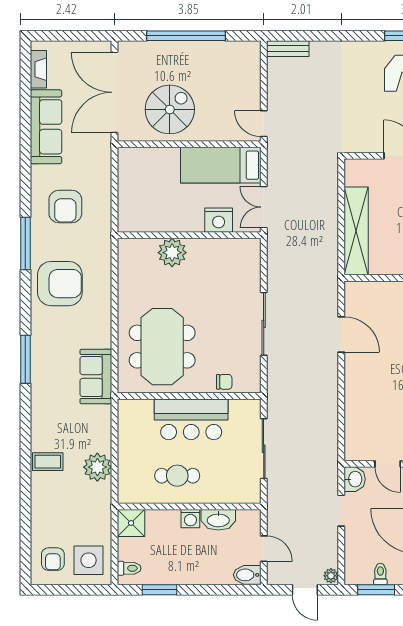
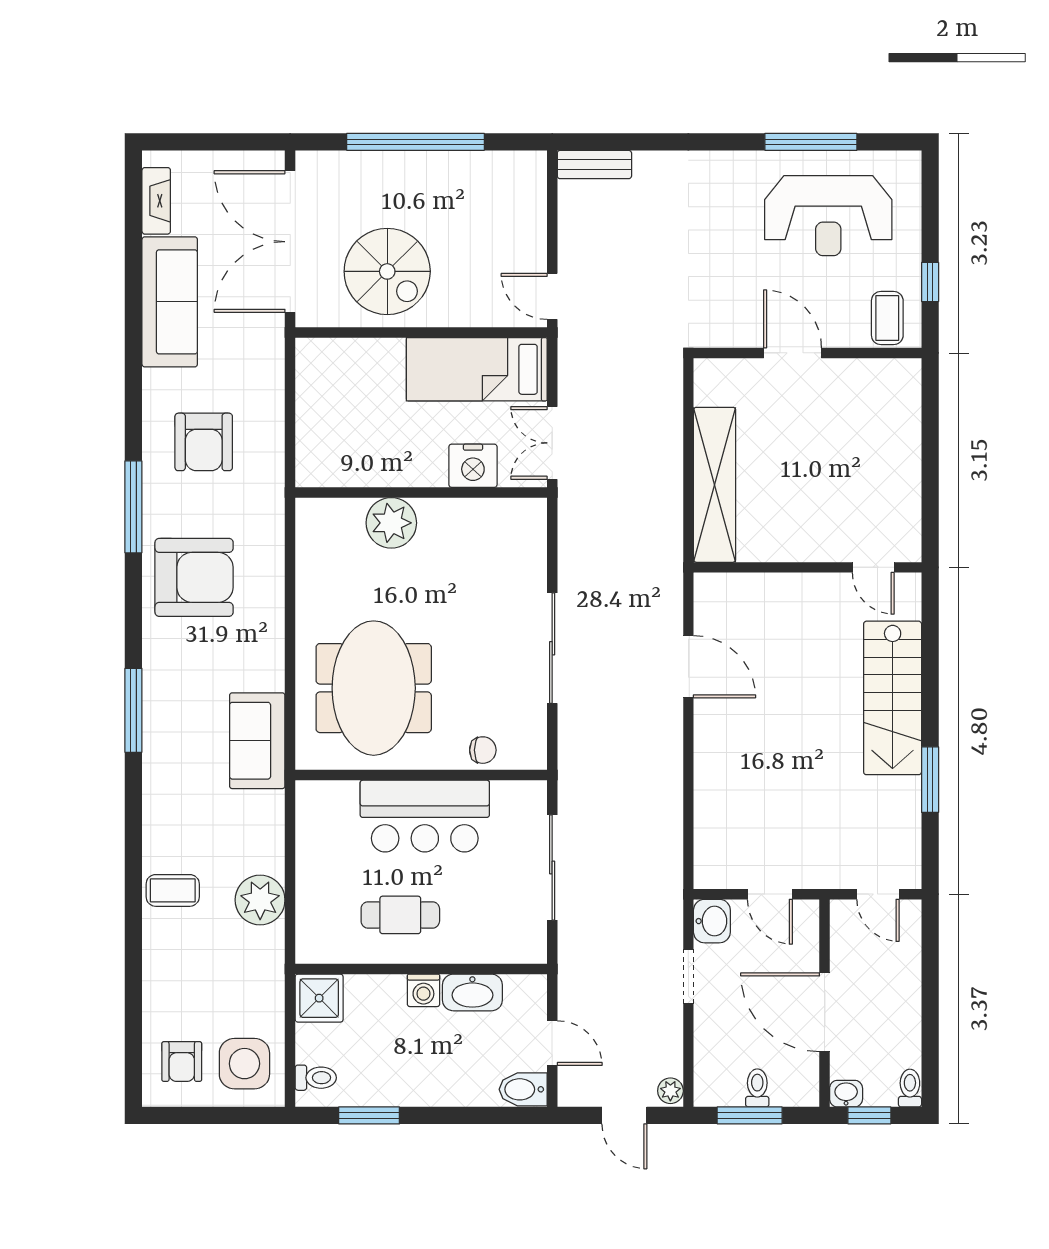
spiral stairs: (170, 109) -> (387, 271), turned 90

